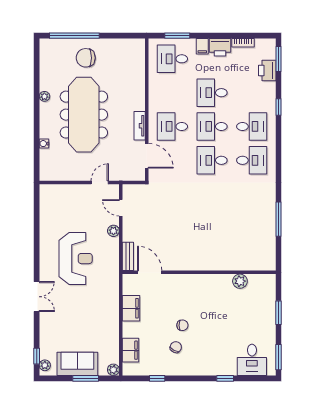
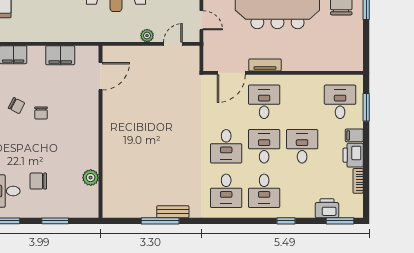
desk: (212, 160) -> (226, 146), turned 180
bench: (128, 256) -> (173, 212), moved
chair: (243, 328) -> (38, 181), added

